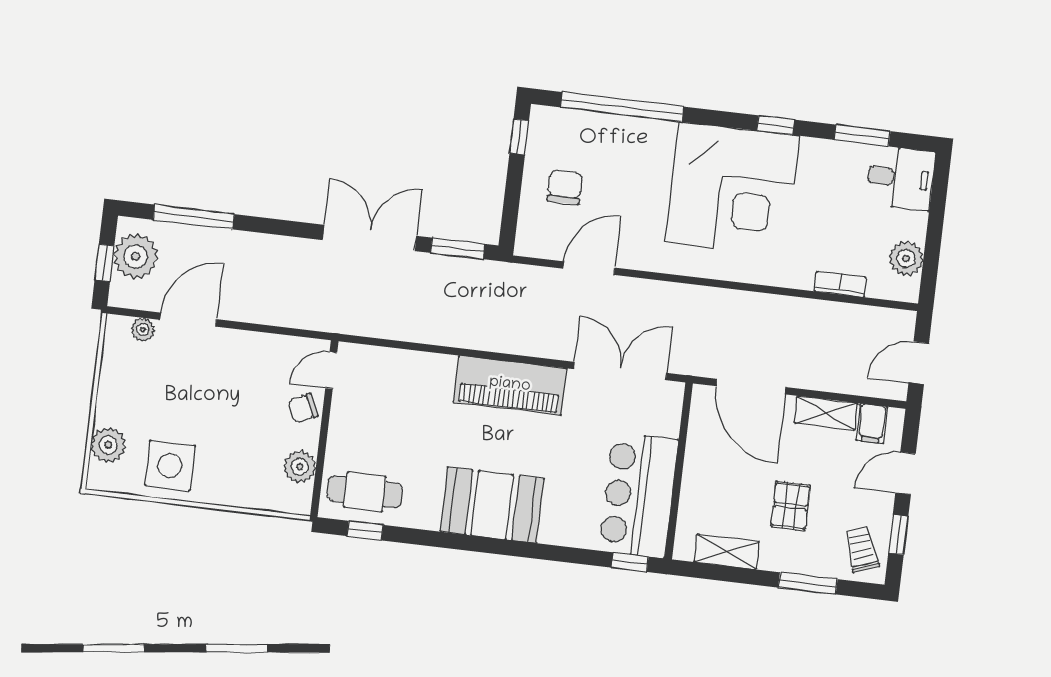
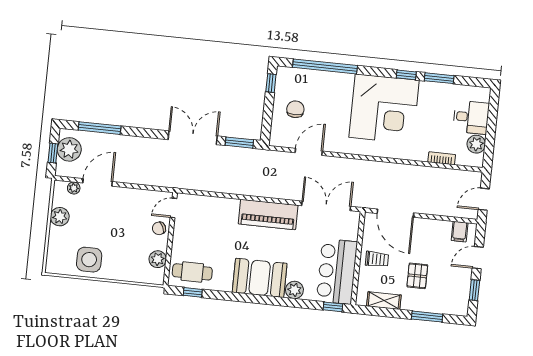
window: (862, 136) -> (439, 78), moved
desk: (901, 178) -> (471, 117), moved
shelving: (826, 413) -> (435, 226), removed
plant: (108, 445) -> (60, 217), moved
plant: (558, 529) -> (294, 290), added
trolley: (862, 549) -> (377, 259), moved, turned 110

